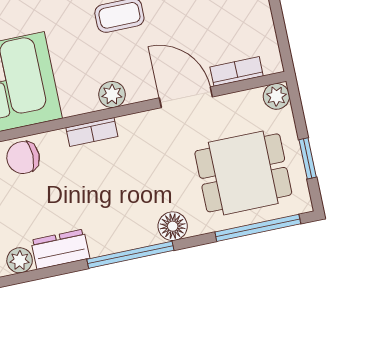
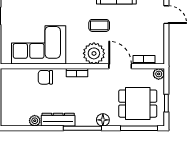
plant: (112, 95) -> (94, 53), width x1.88, depth x1.88
dresser: (60, 249) -> (58, 120), width x1.44

